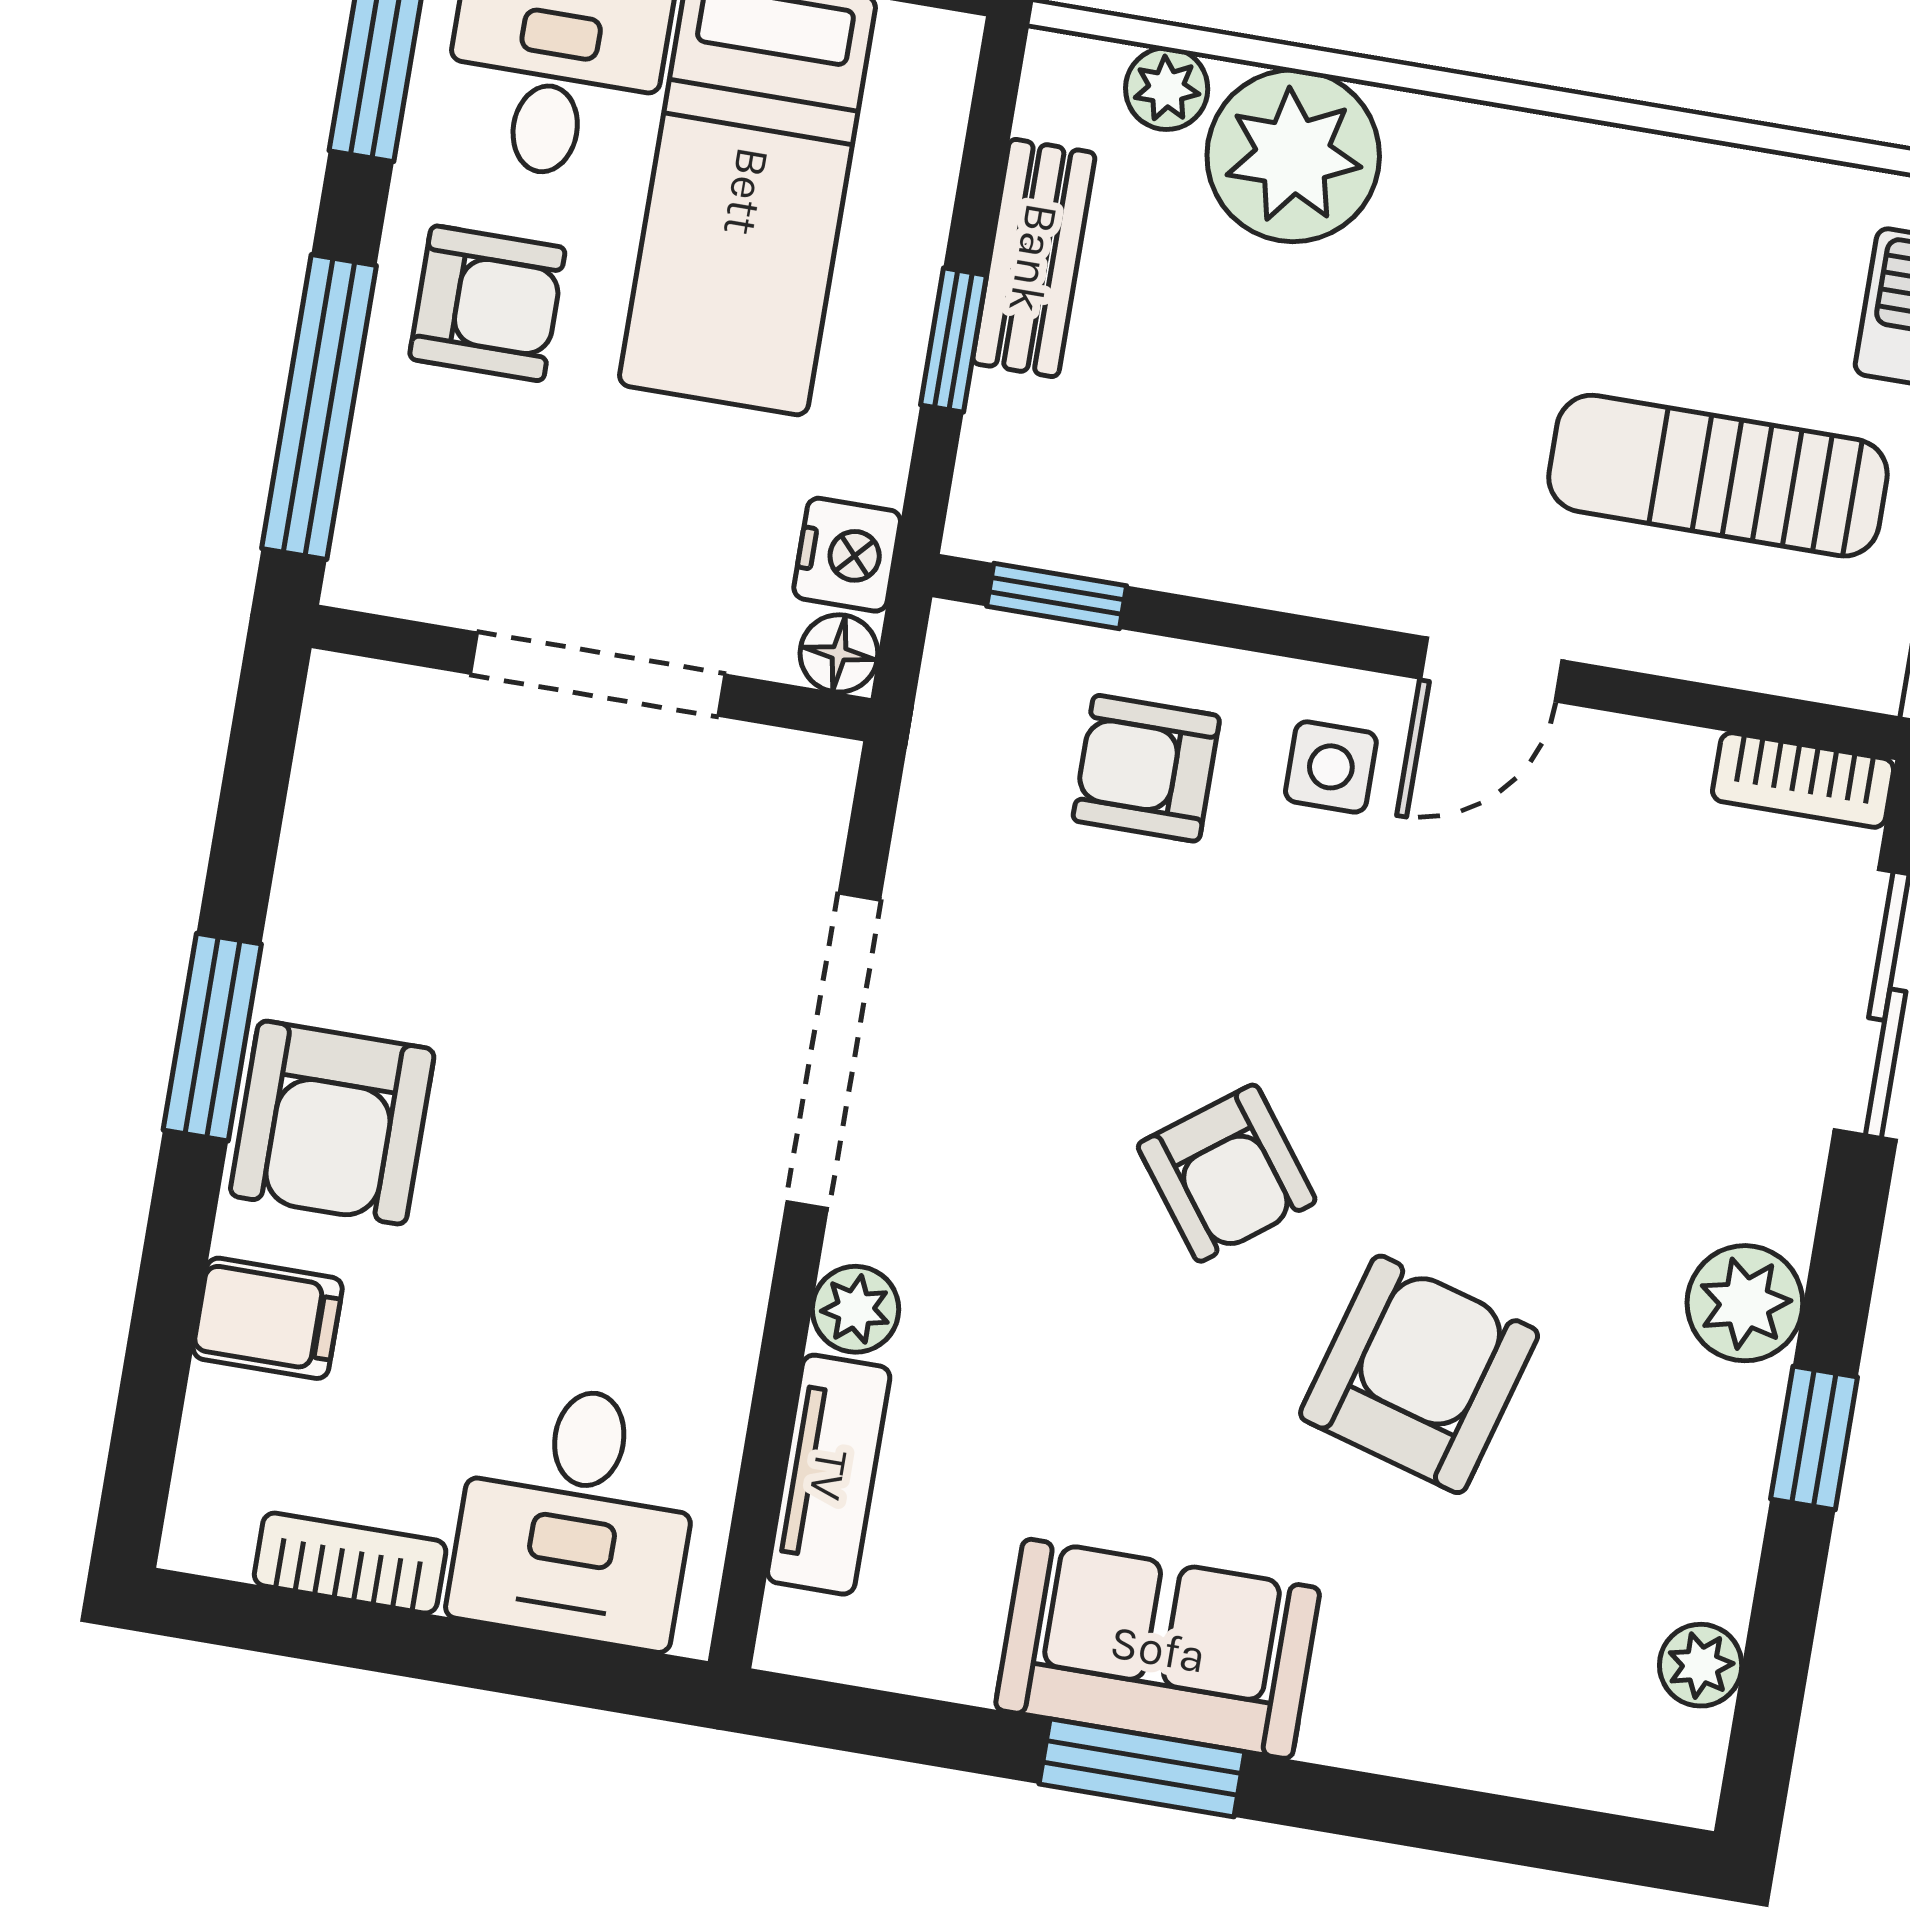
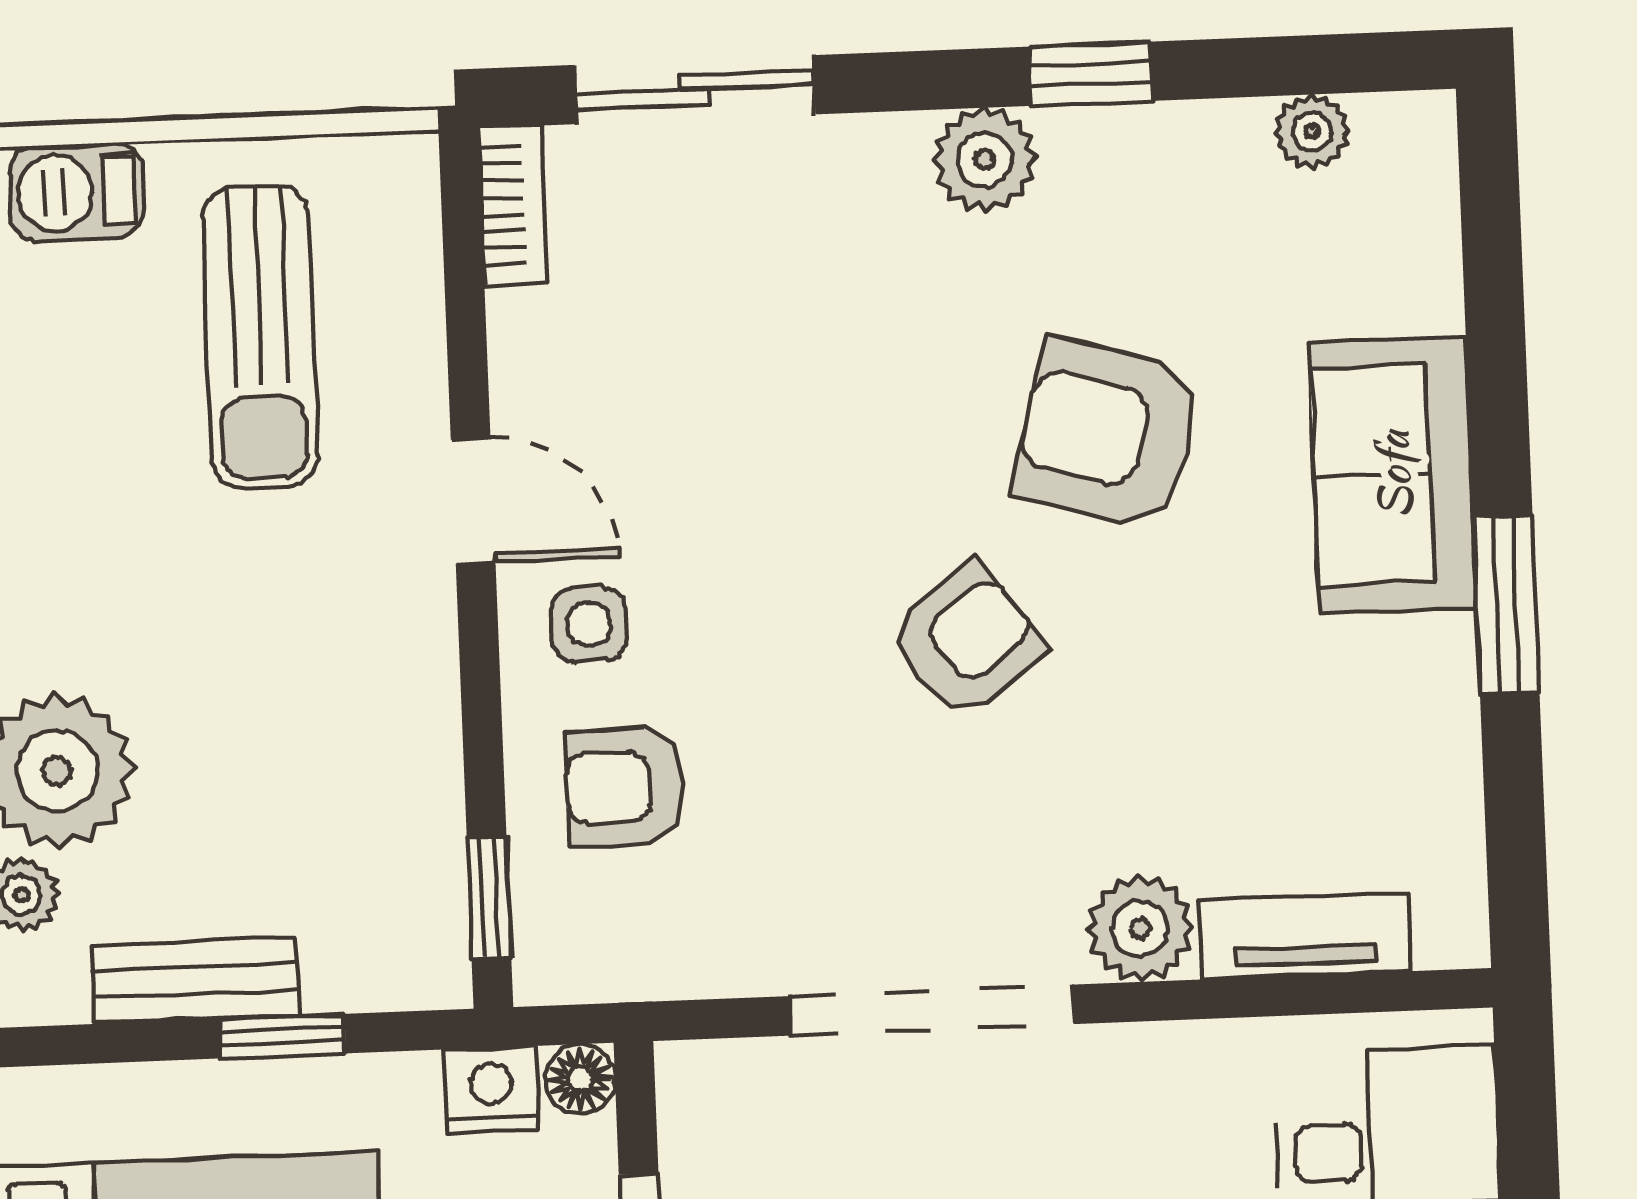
armchair: (1146, 768) -> (624, 787), turned 90
plant: (856, 1309) -> (1140, 929), width x1.38, depth x1.38
sofa: (1158, 1649) -> (1393, 475), moved

